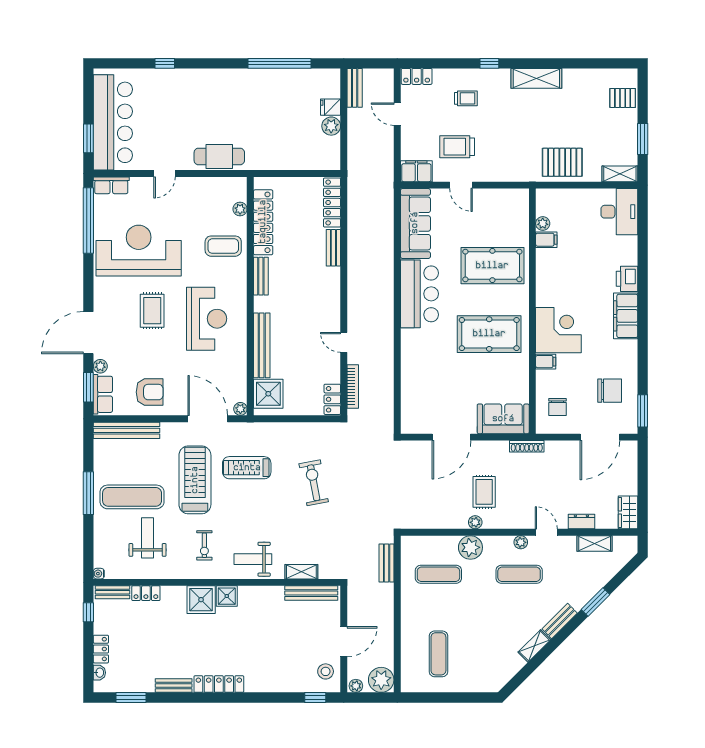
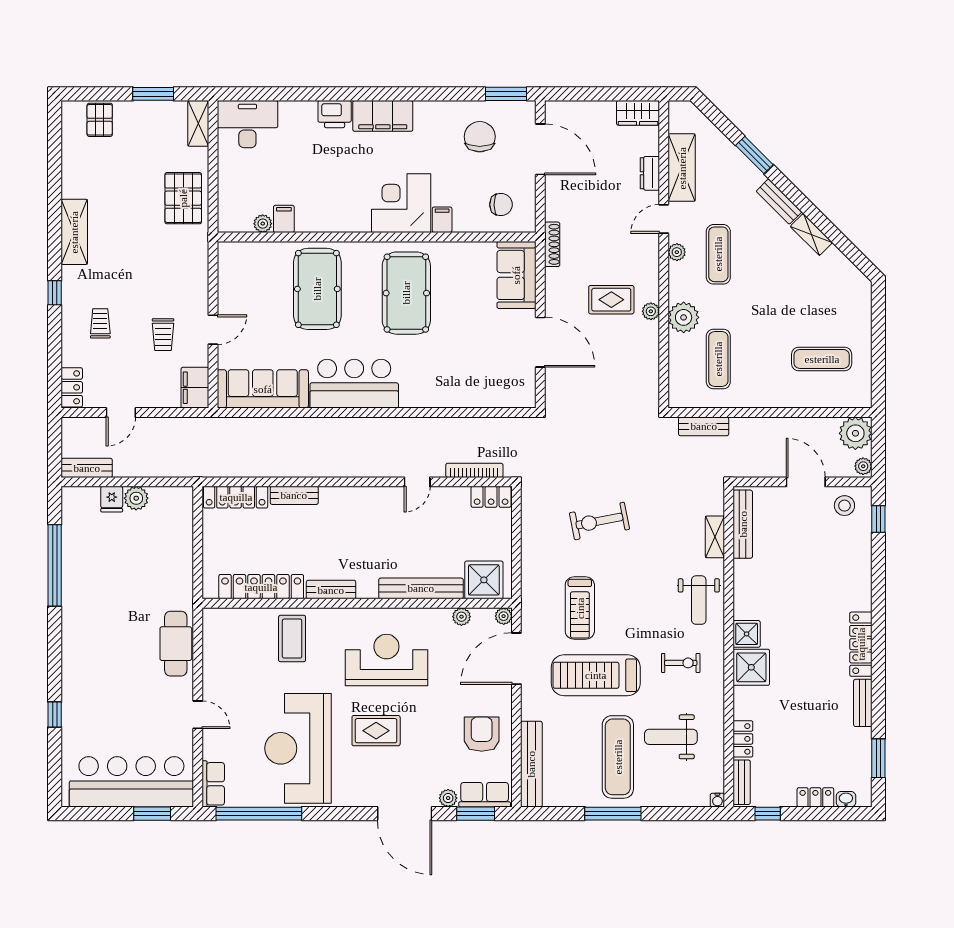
trolley: (457, 147) -> (163, 335), width x0.73, depth x0.72
plant: (240, 209) -> (461, 617), moved
shelving: (595, 543) -> (682, 168), width x1.50, depth x1.33

